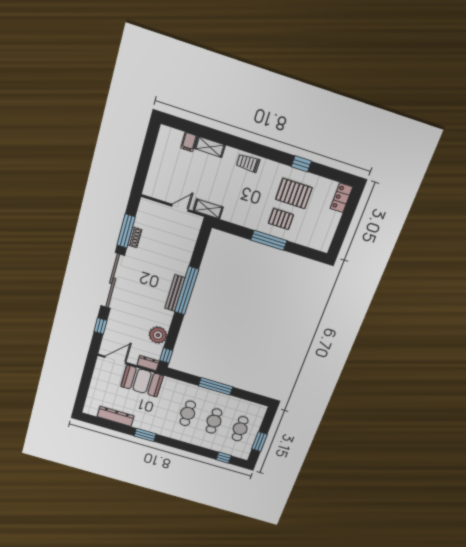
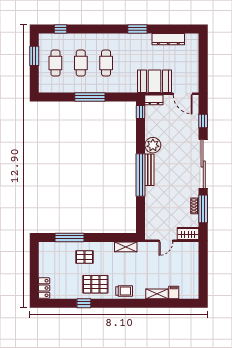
pallet: (294, 194) -> (95, 284), moved
wardrobe: (151, 208) -> (188, 233), added
shelving: (208, 209) -> (126, 247), moved
window: (269, 240) -> (69, 237), moved
plant: (158, 335) -> (153, 145), moved
door: (115, 360) -> (183, 94), hinge flipped

